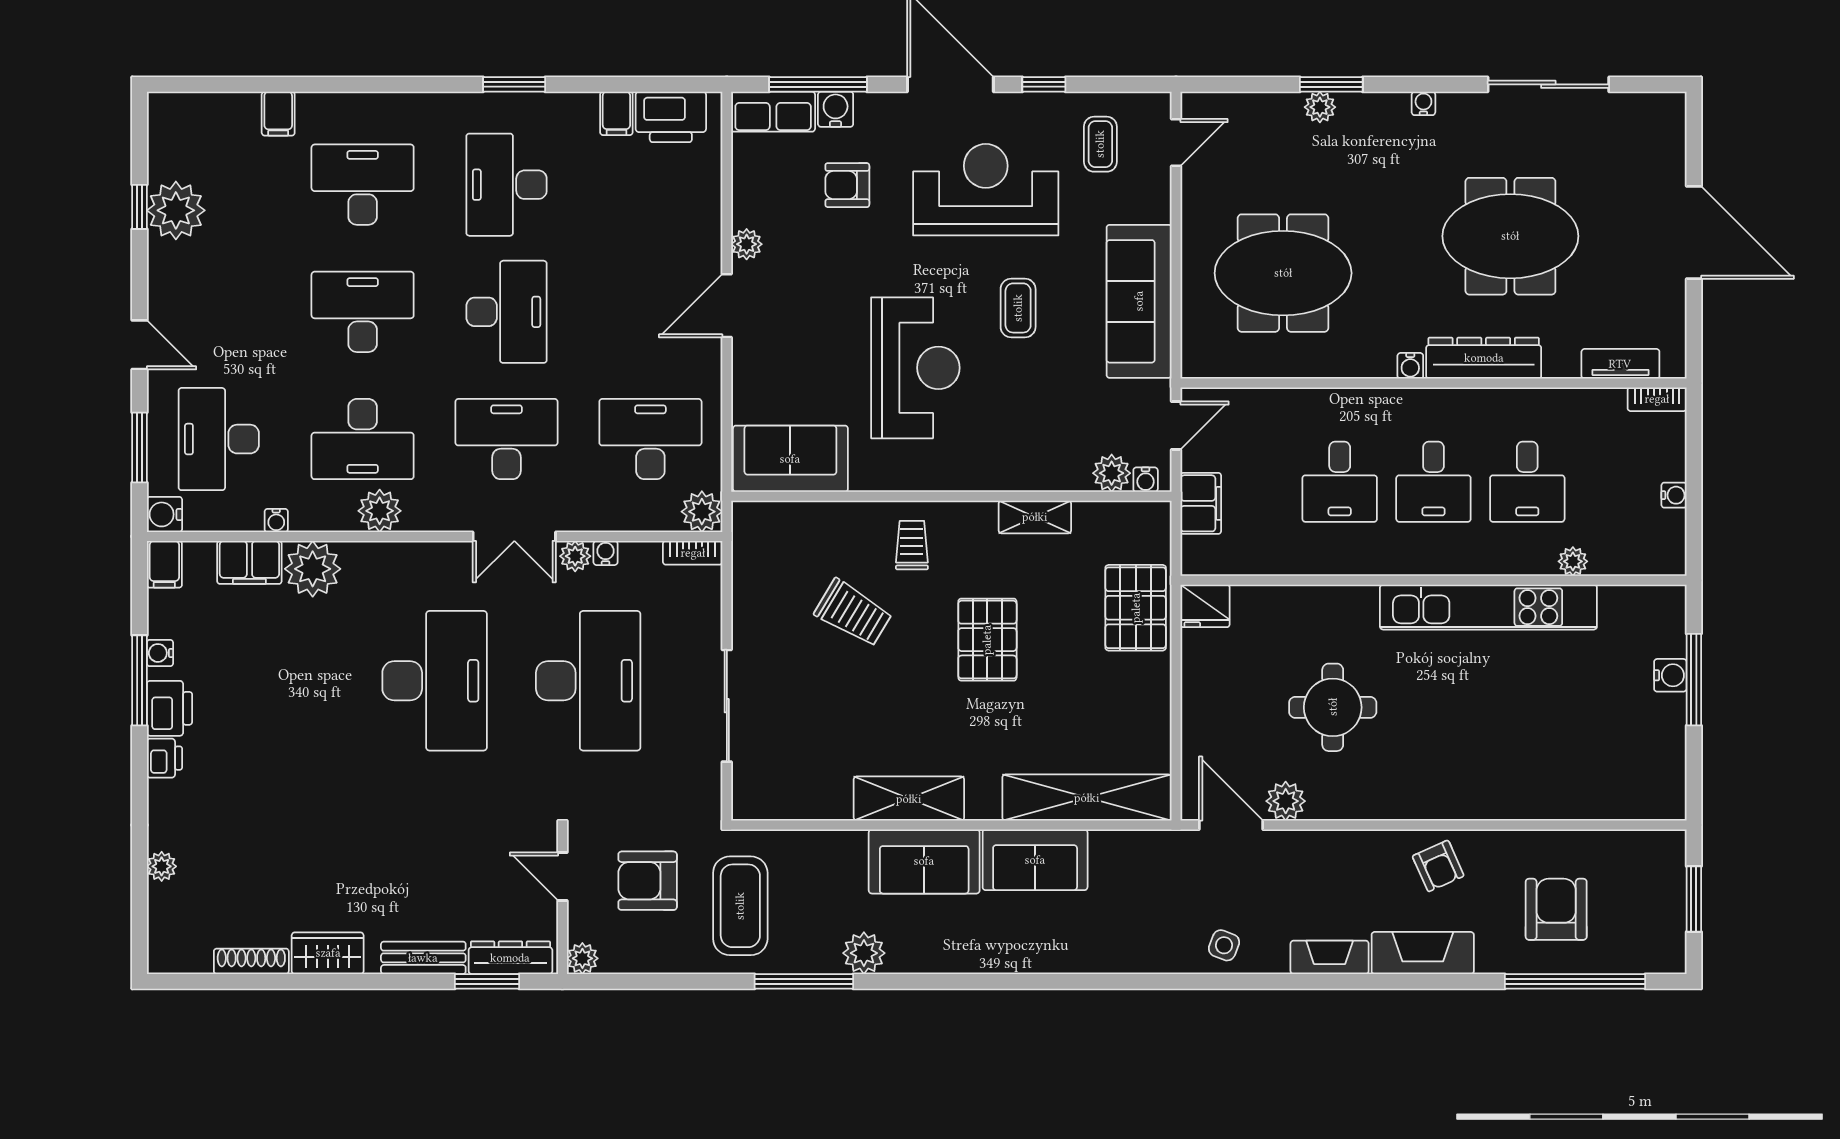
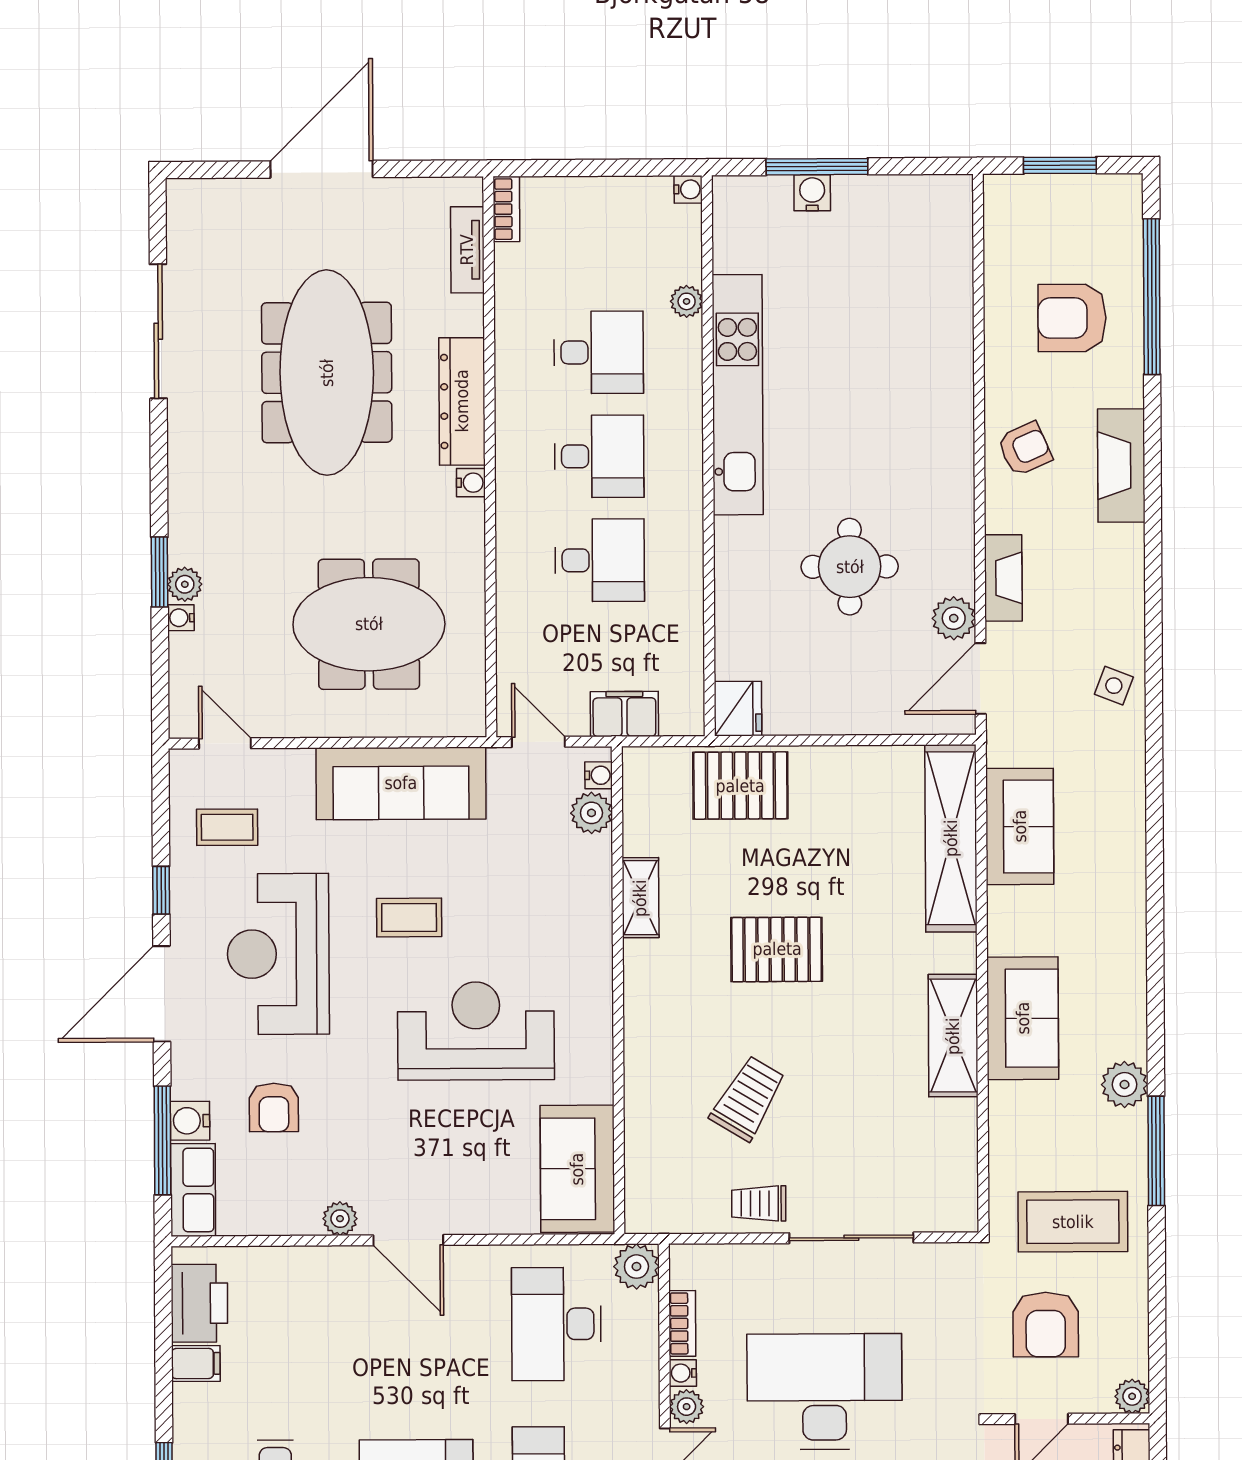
water cooler: (1423, 103) -> (181, 618), moved
meeting table: (1510, 236) -> (327, 373), width x1.36
meeting table: (1283, 273) -> (369, 624), turned 90
water cooler: (1674, 495) -> (688, 189), moved, turned 90
trolley: (912, 545) -> (759, 1203), moved
bookcase: (693, 553) -> (682, 1323), moved
sofa: (1035, 860) -> (1020, 826), moved
fireplace: (1330, 957) -> (1003, 578), moved, turned 180

